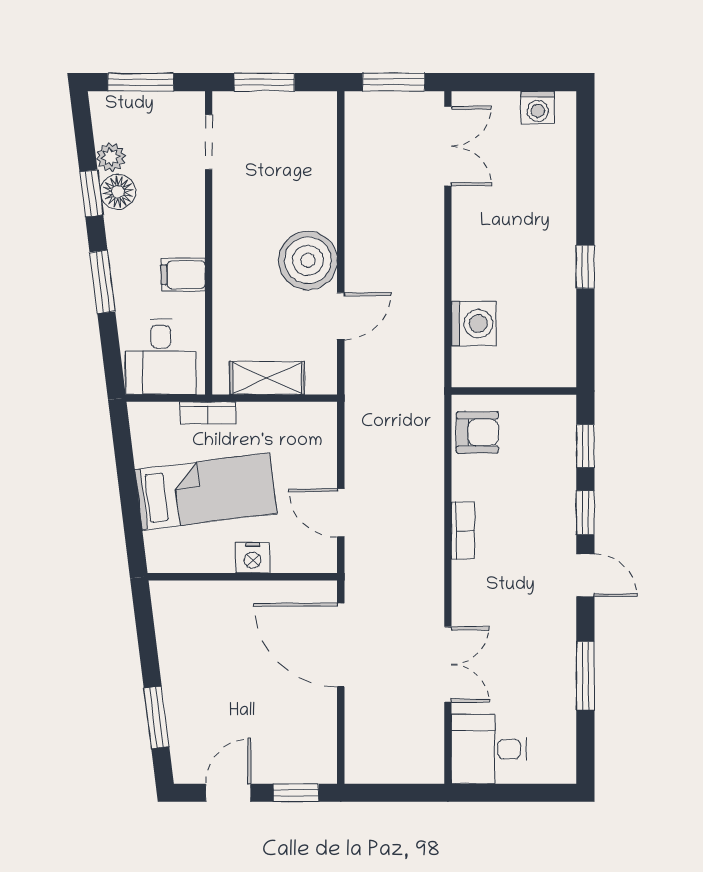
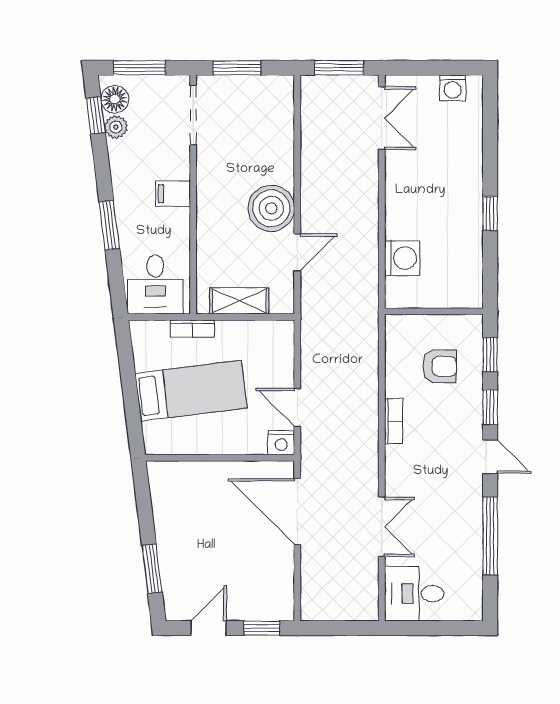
doorway: (209, 142) -> (193, 115), width x1.38
floor lamp: (118, 192) -> (115, 99), moved
window: (91, 193) -> (96, 115), moved
filing cabinet: (183, 275) -> (173, 194), moved
armchair: (477, 432) -> (440, 366), moved
nightstand: (253, 558) -> (281, 443), moved
window: (585, 676) -> (490, 536), width x1.44

